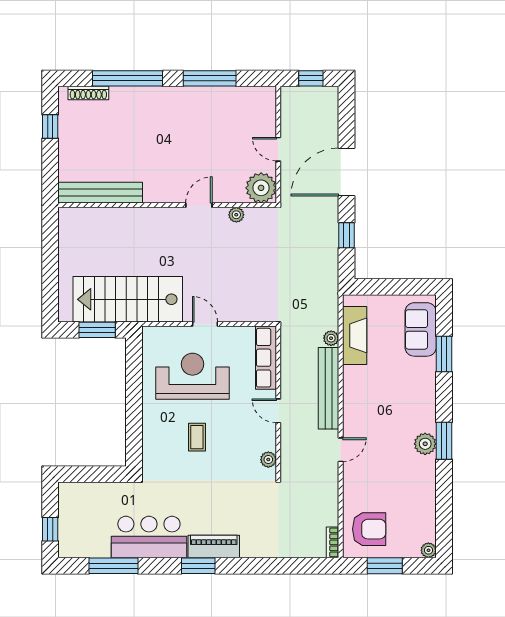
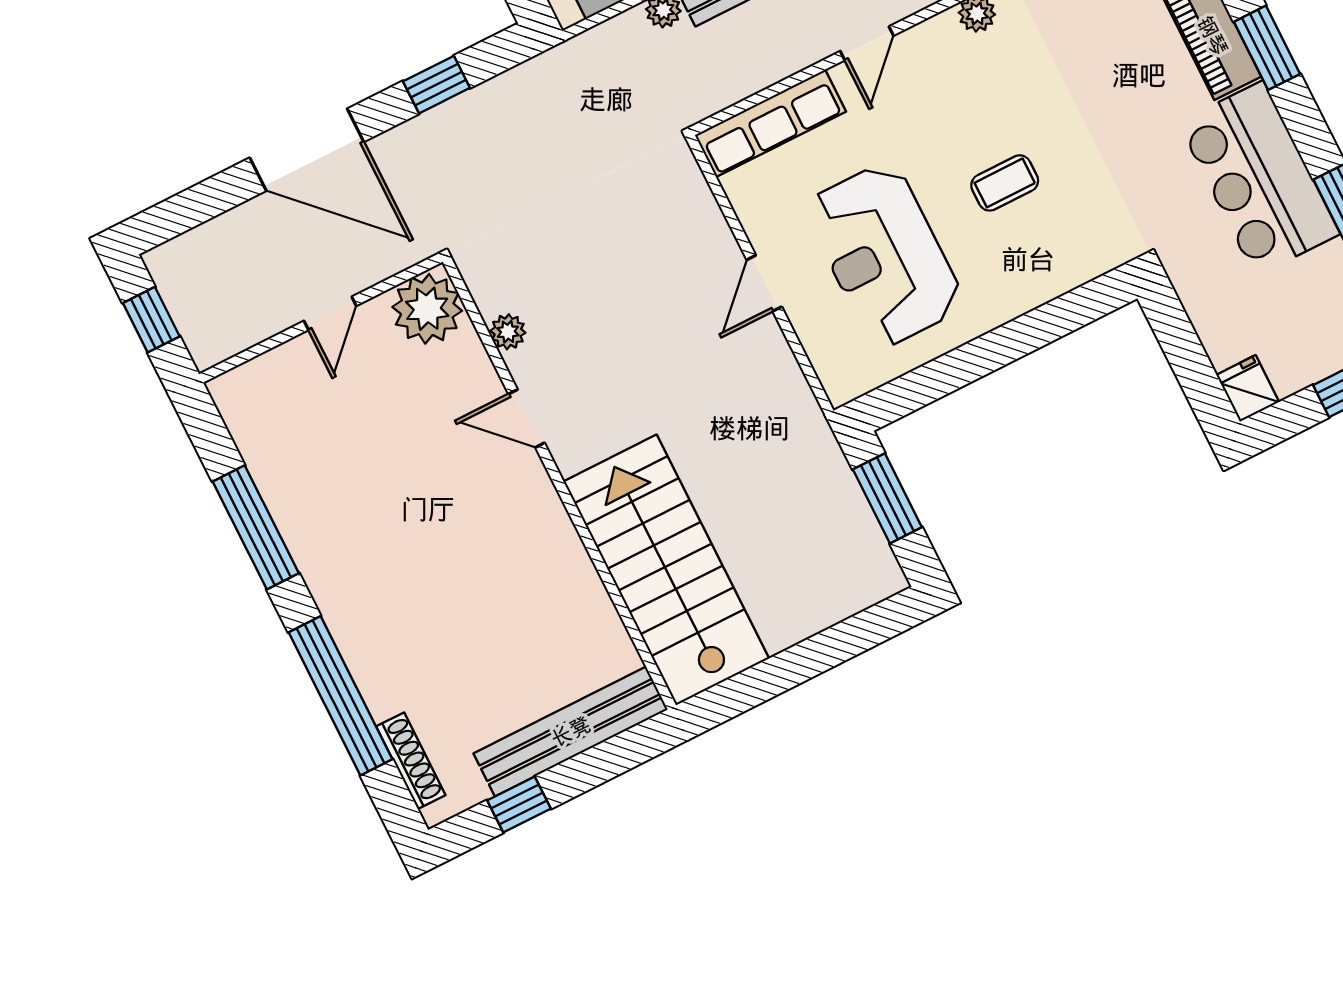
bench: (100, 193) -> (571, 732), moved, turned 90
stairs: (128, 299) -> (666, 570), moved, turned 180
fridge: (69, 492) -> (1248, 388), added

